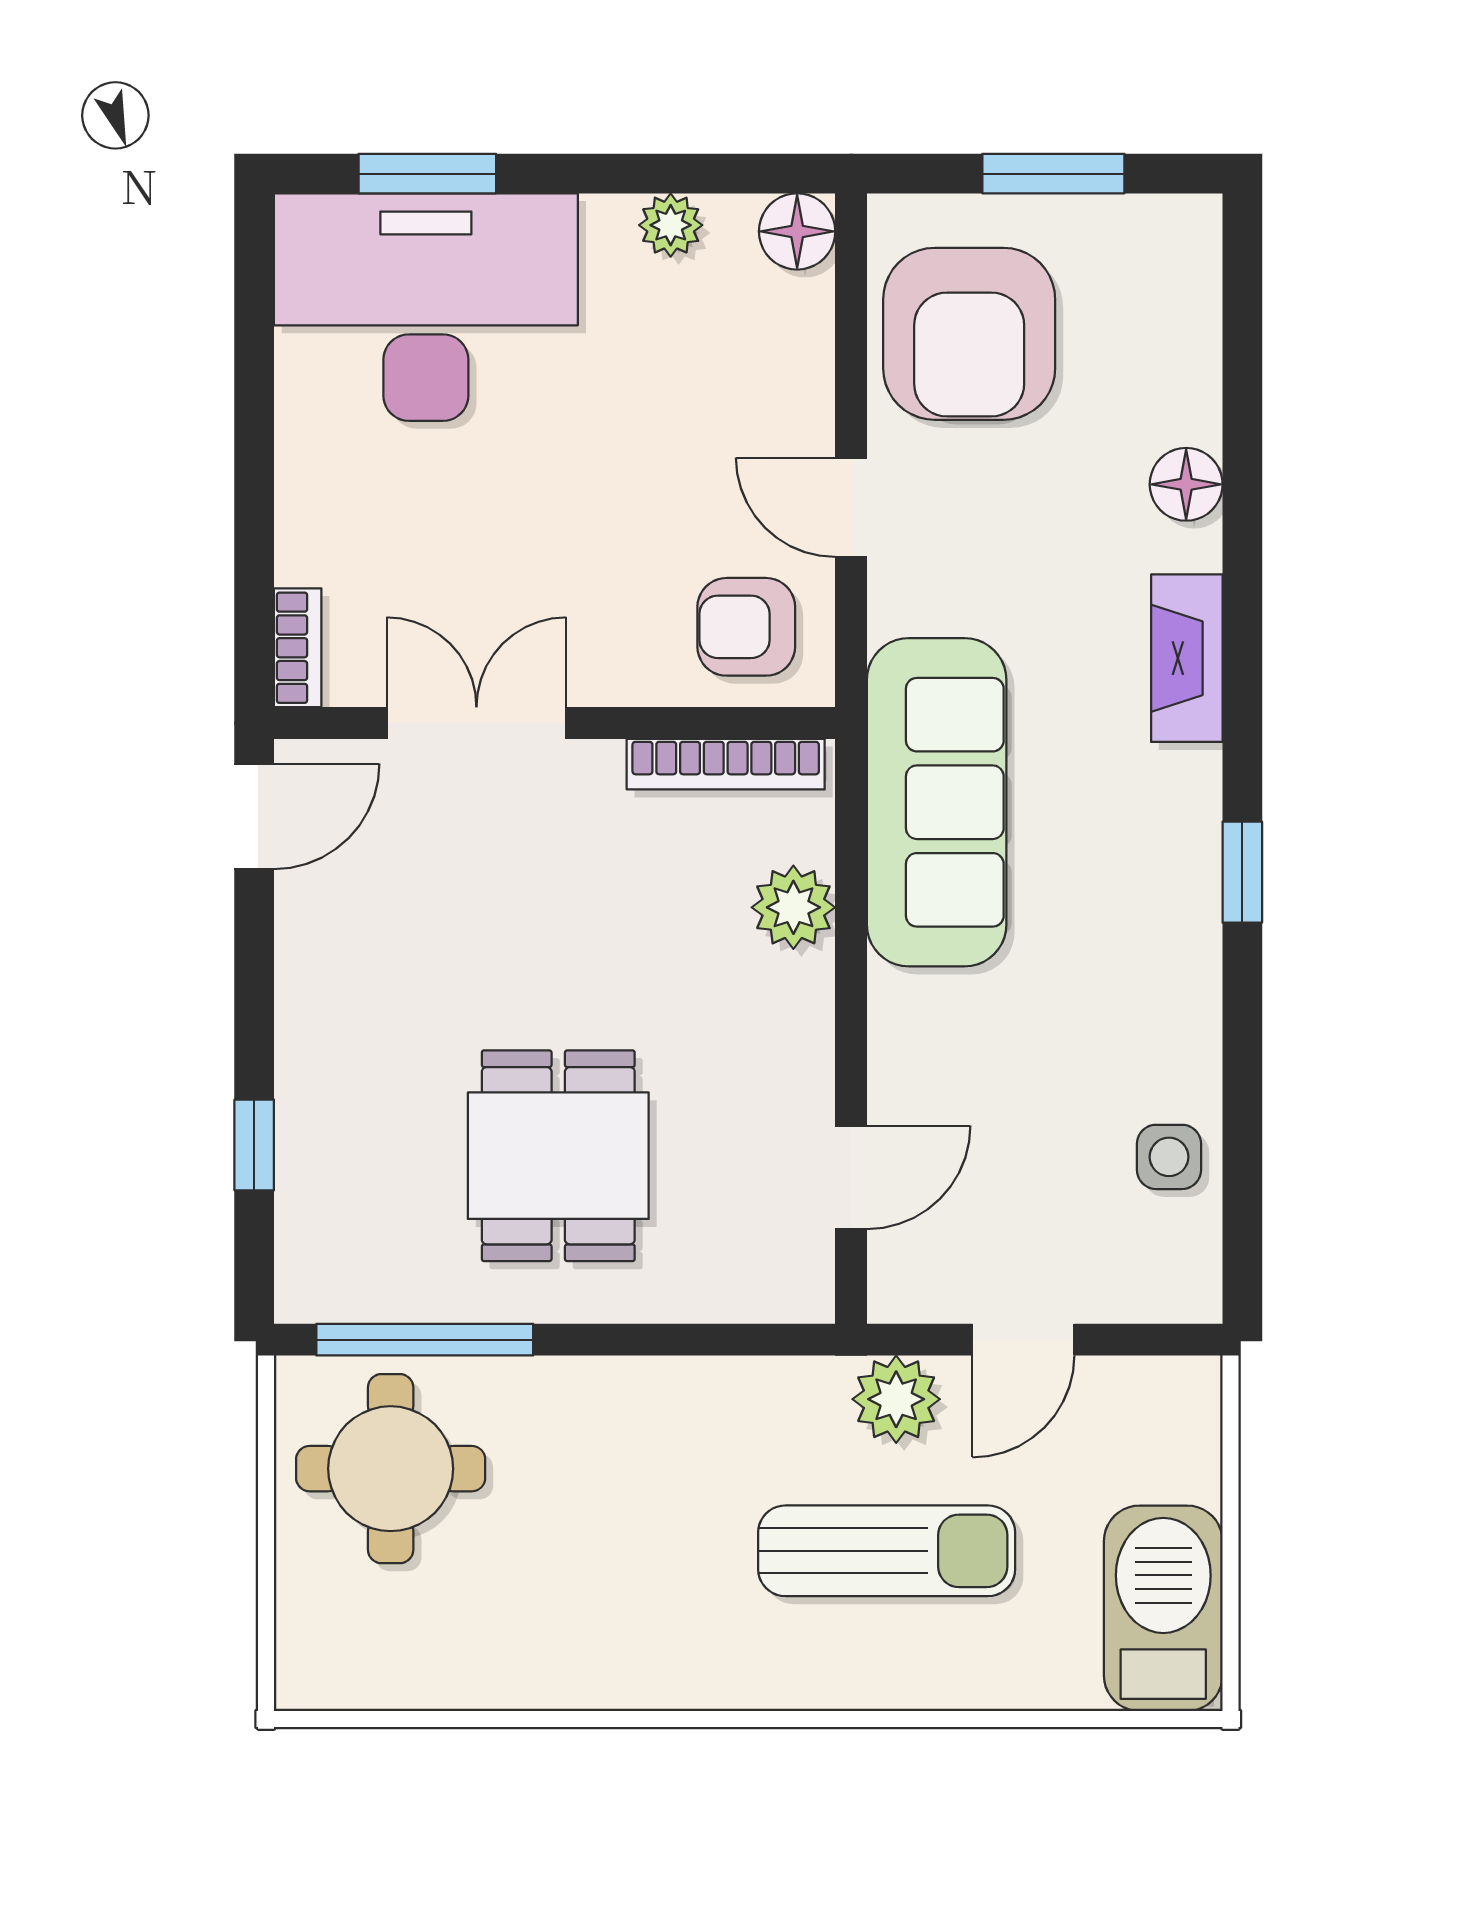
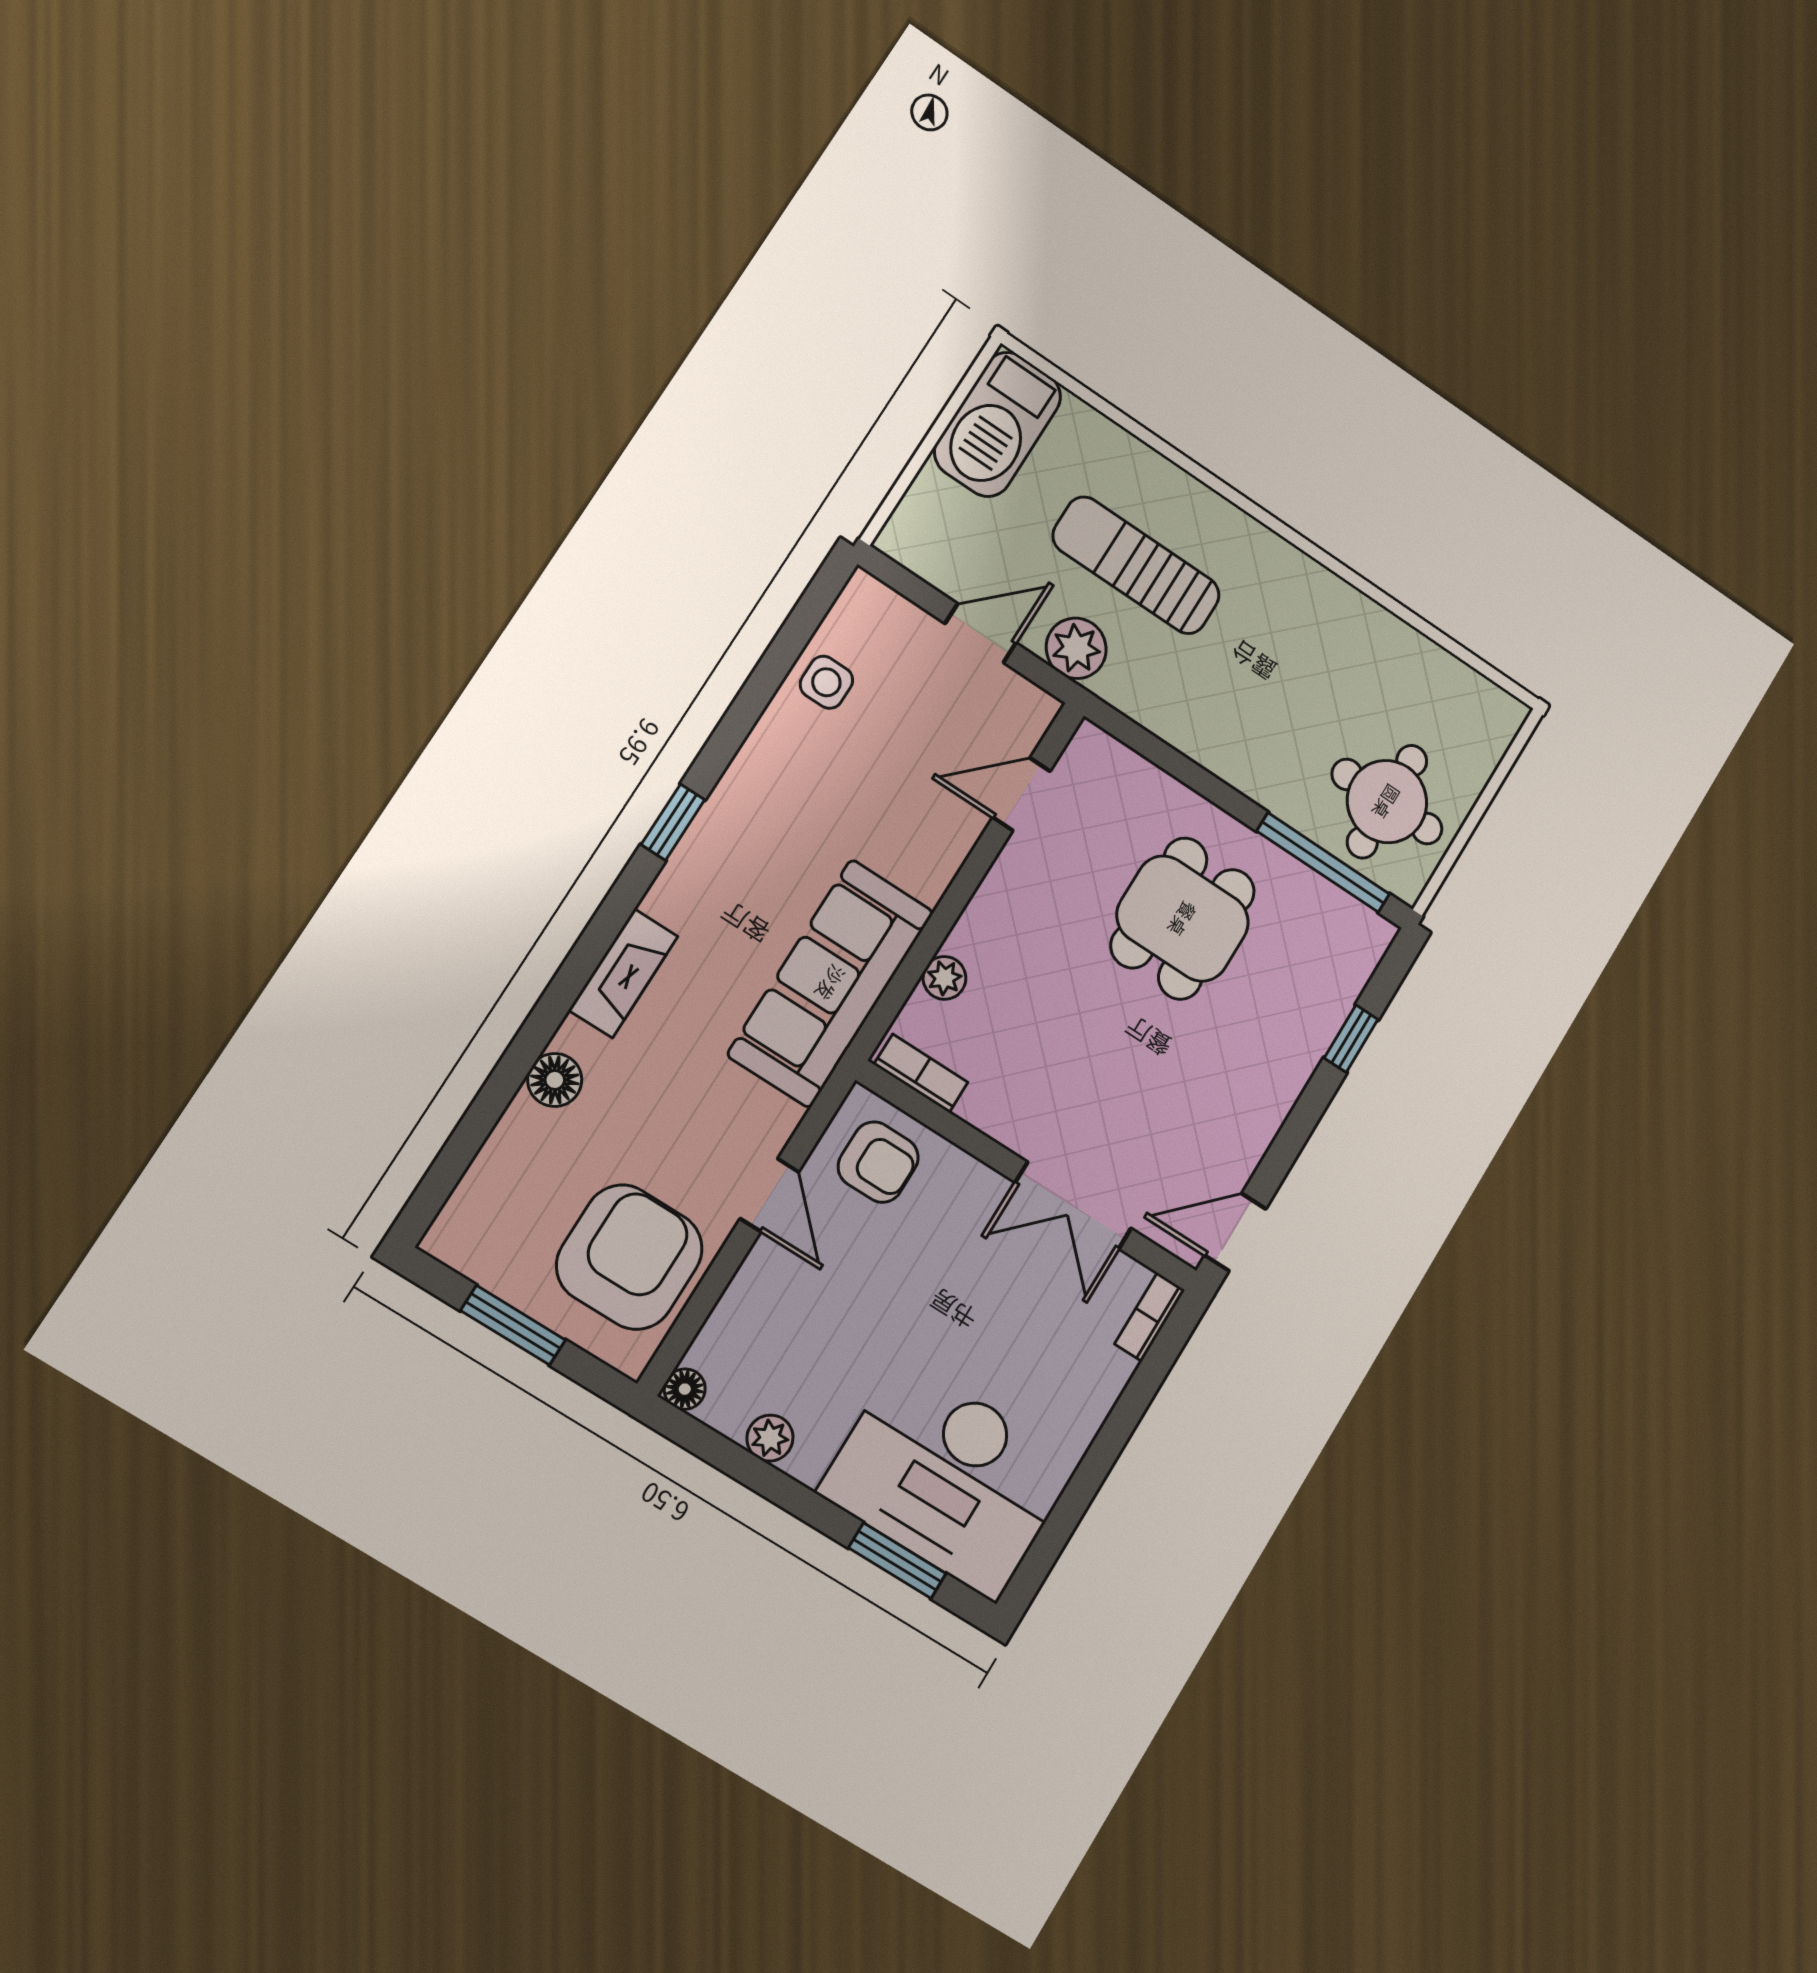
floor lamp: (797, 231) -> (685, 1389), width x0.73, depth x0.73
bookcase: (726, 764) -> (921, 1073), width x0.64
plant: (793, 907) -> (944, 978), width x0.73, depth x0.73

